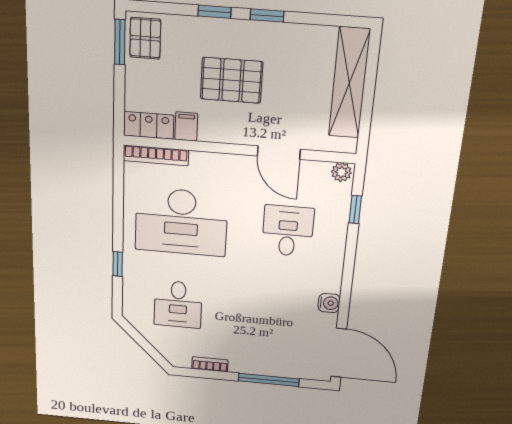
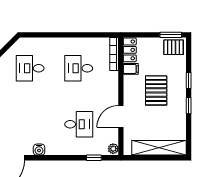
desk: (181, 222) -> (79, 68), width x0.53, depth x0.77
window: (118, 264) -> (51, 35), removed

